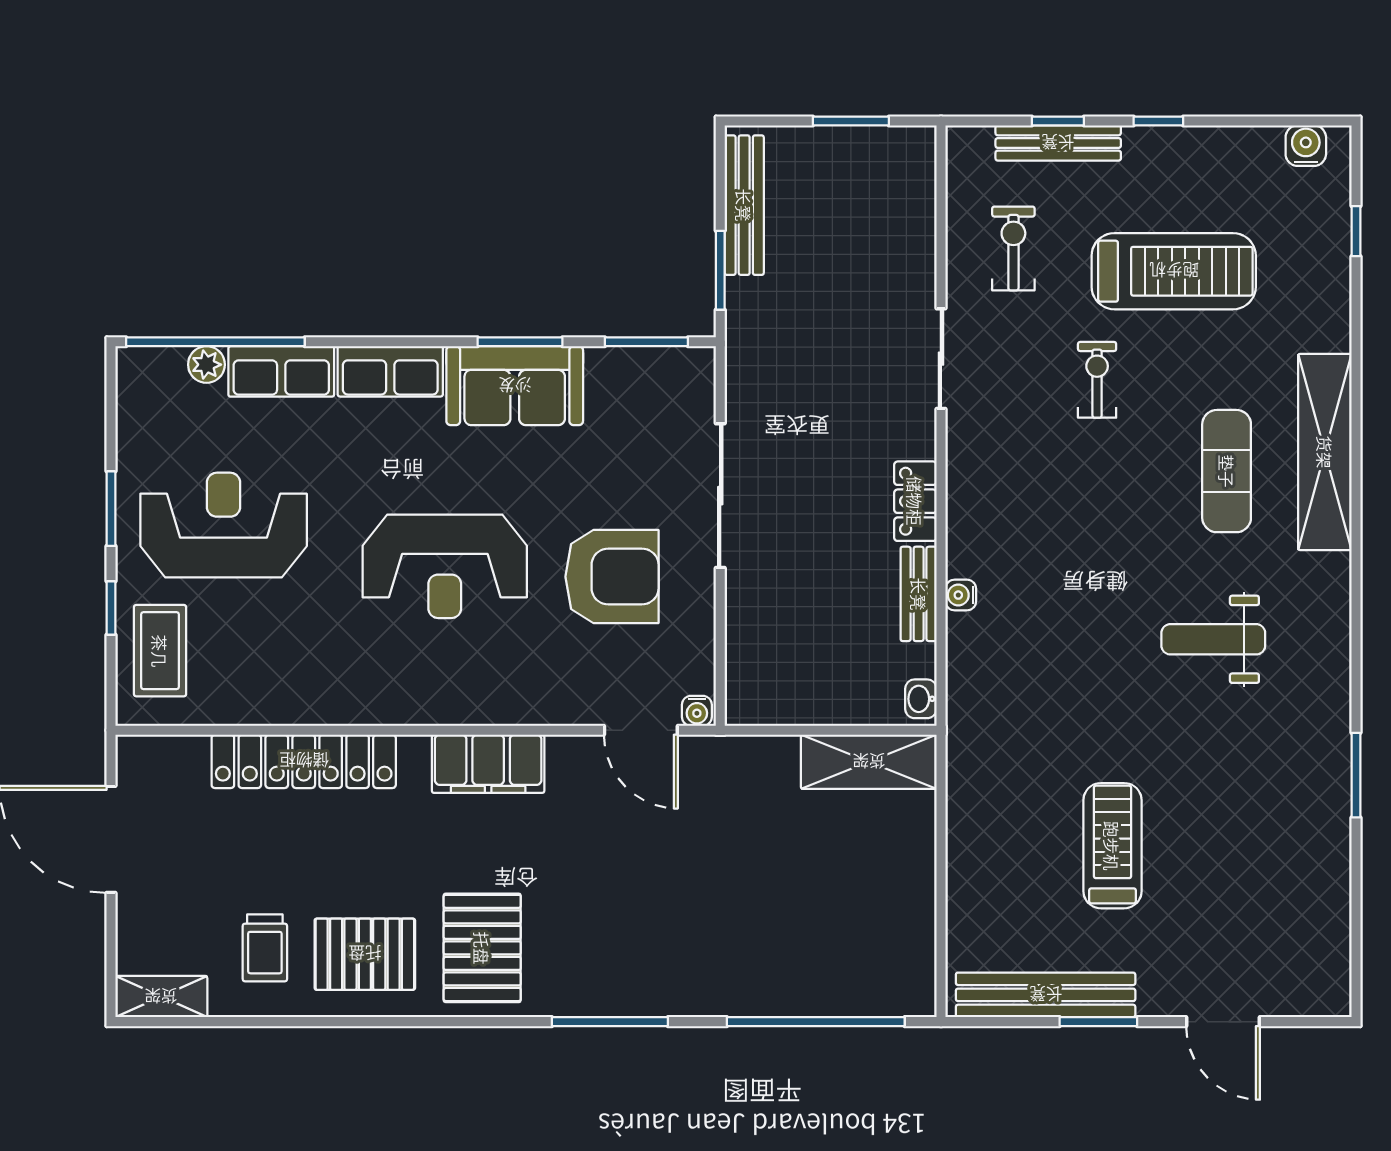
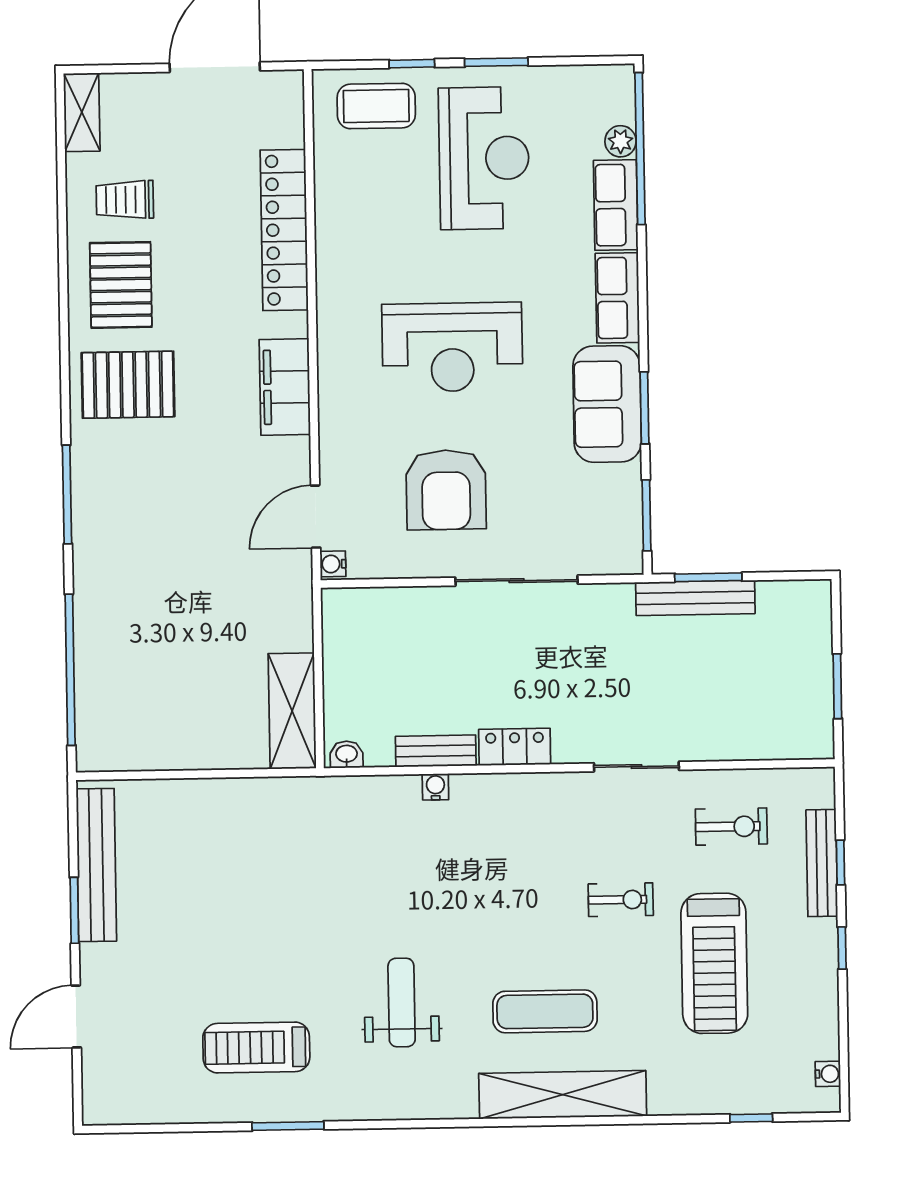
water cooler: (1306, 146) -> (828, 1074), width x0.72, depth x0.72
bench: (744, 205) -> (695, 598), moved
reception desk: (445, 566) -> (452, 347), turned -90
treadmill: (1112, 846) -> (256, 1048), moved, turned 180

